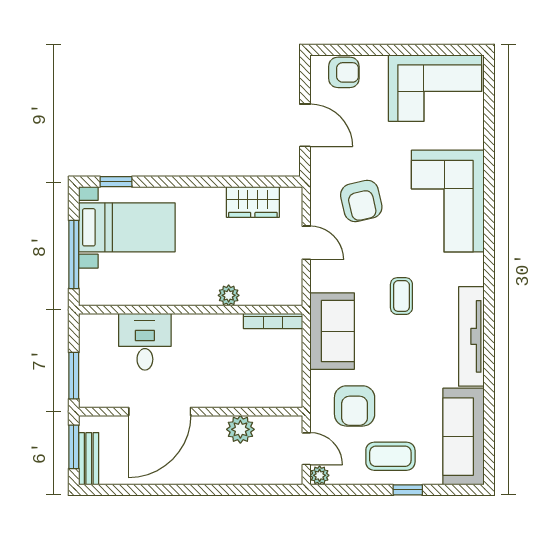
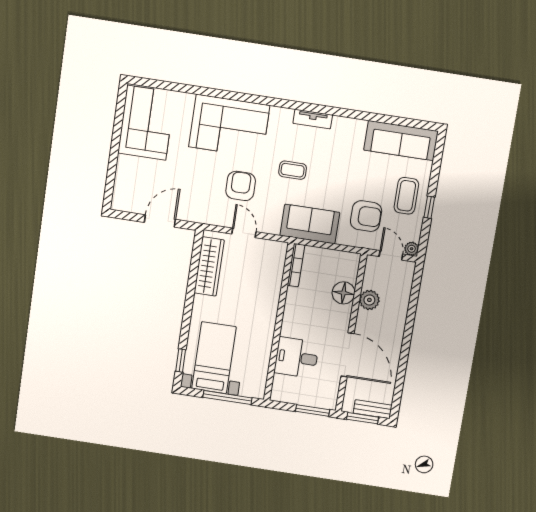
armchair: (344, 72) -> (126, 187), removed
armchair: (361, 201) -> (241, 186), moved, turned -77
wardrobe: (253, 202) -> (209, 266), width x1.50
door: (306, 243) -> (244, 233), hinge flipped
plant: (229, 295) -> (273, 294), removed
tv unit: (471, 336) -> (313, 119), width x0.52, depth x0.78
floor lamp: (245, 392) -> (344, 293), added
door: (306, 449) -> (391, 255), hinge flipped
window: (408, 490) -> (429, 207), moved

